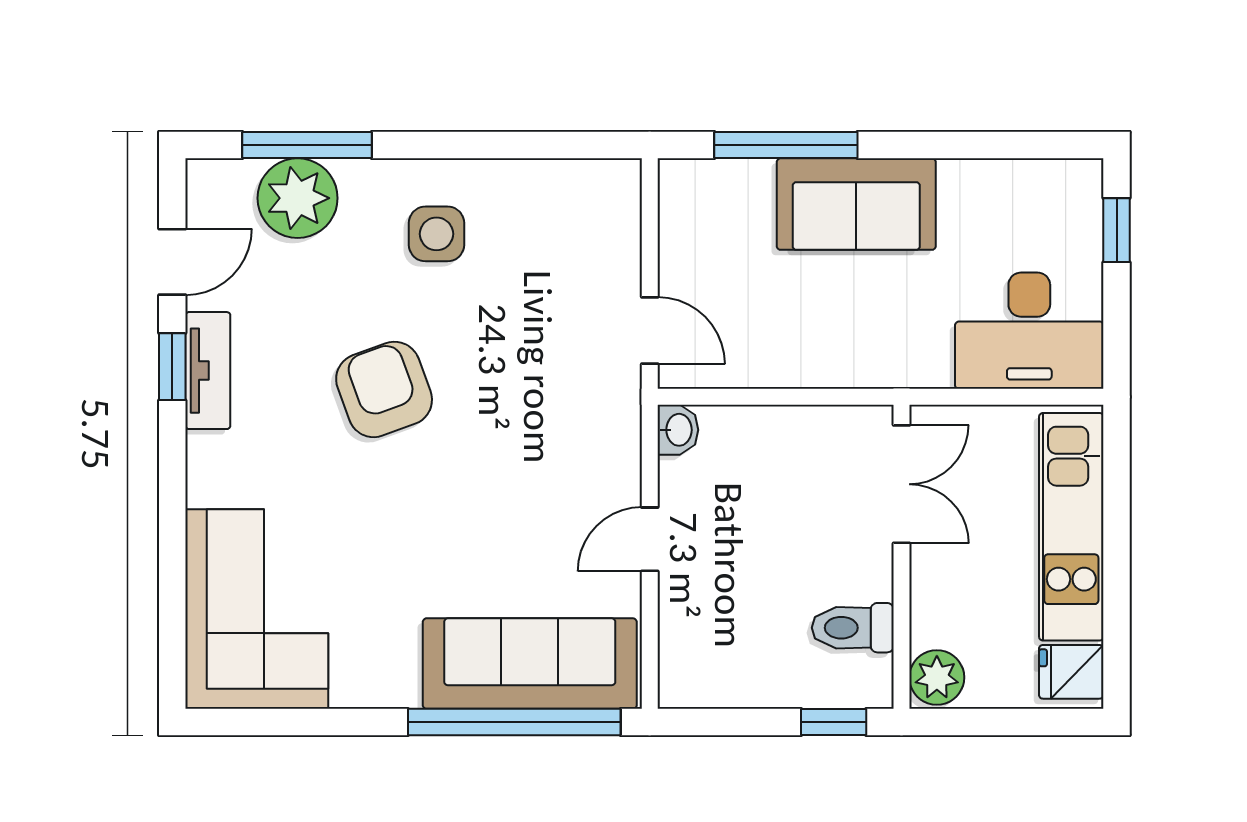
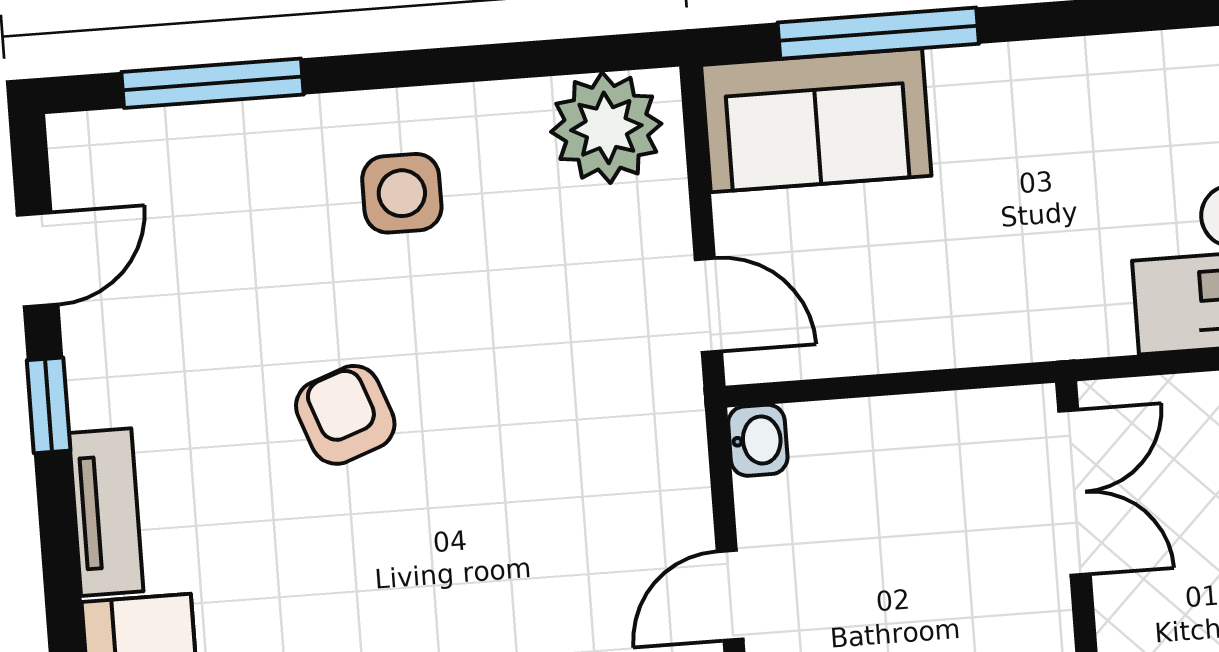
plant: (298, 198) -> (606, 128), moved
sofa: (856, 204) -> (816, 120), moved
tv unit: (208, 371) -> (106, 512), moved
armchair: (384, 389) -> (345, 415), width x0.72, depth x0.72

